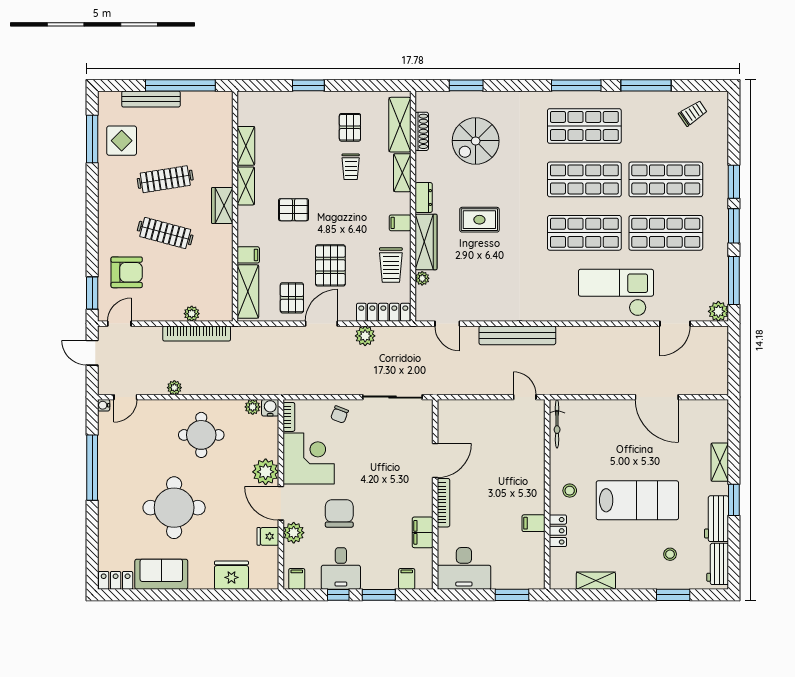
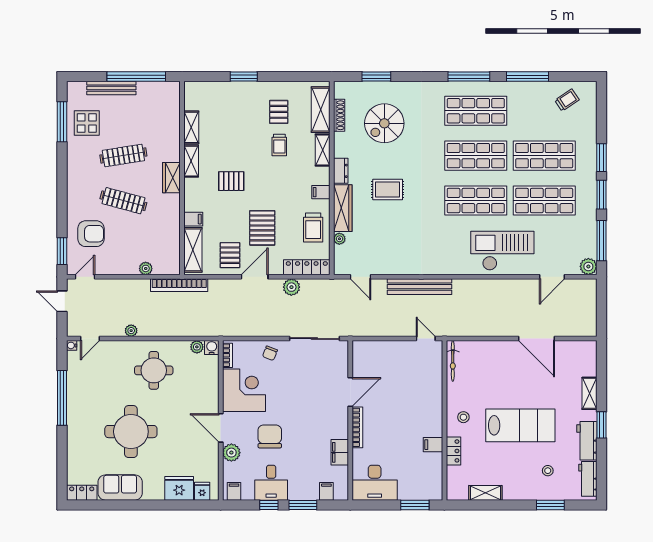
bookcase: (197, 334) -> (179, 285), moved
plant: (266, 472) -> (208, 401), removed
fridge: (268, 536) -> (202, 491), moved, turned 90

